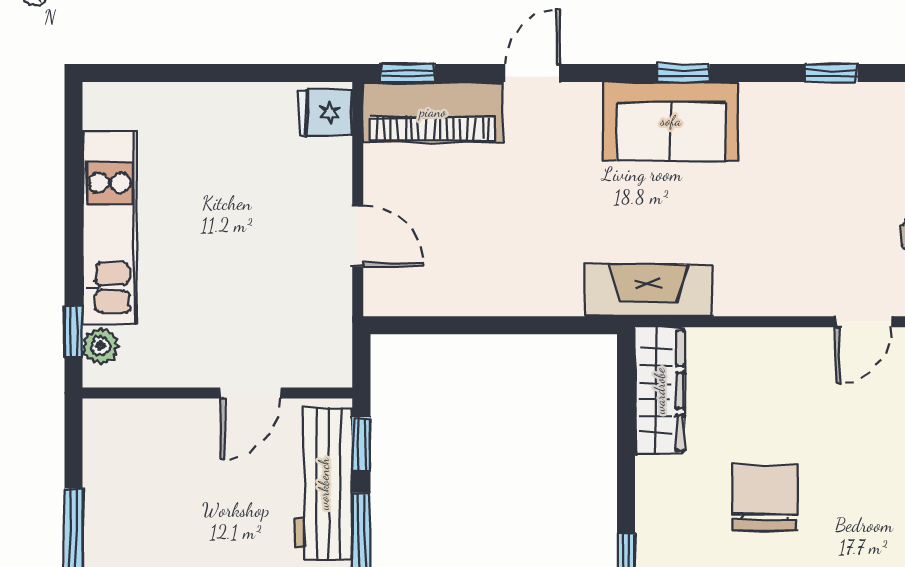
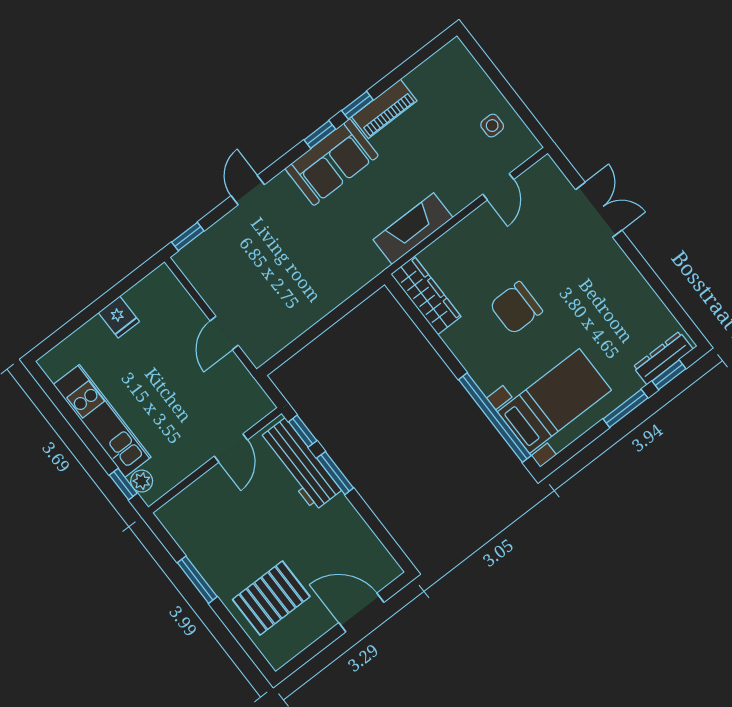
window: (832, 73) -> (357, 105), moved
fridge: (326, 112) -> (119, 317), moved, turned -90
piano: (433, 112) -> (384, 109), moved, width x0.73, depth x0.75
door: (358, 236) -> (224, 333), swing flipped
fireplace: (649, 290) -> (413, 229), moved
chair: (765, 498) -> (516, 308), turned -90

